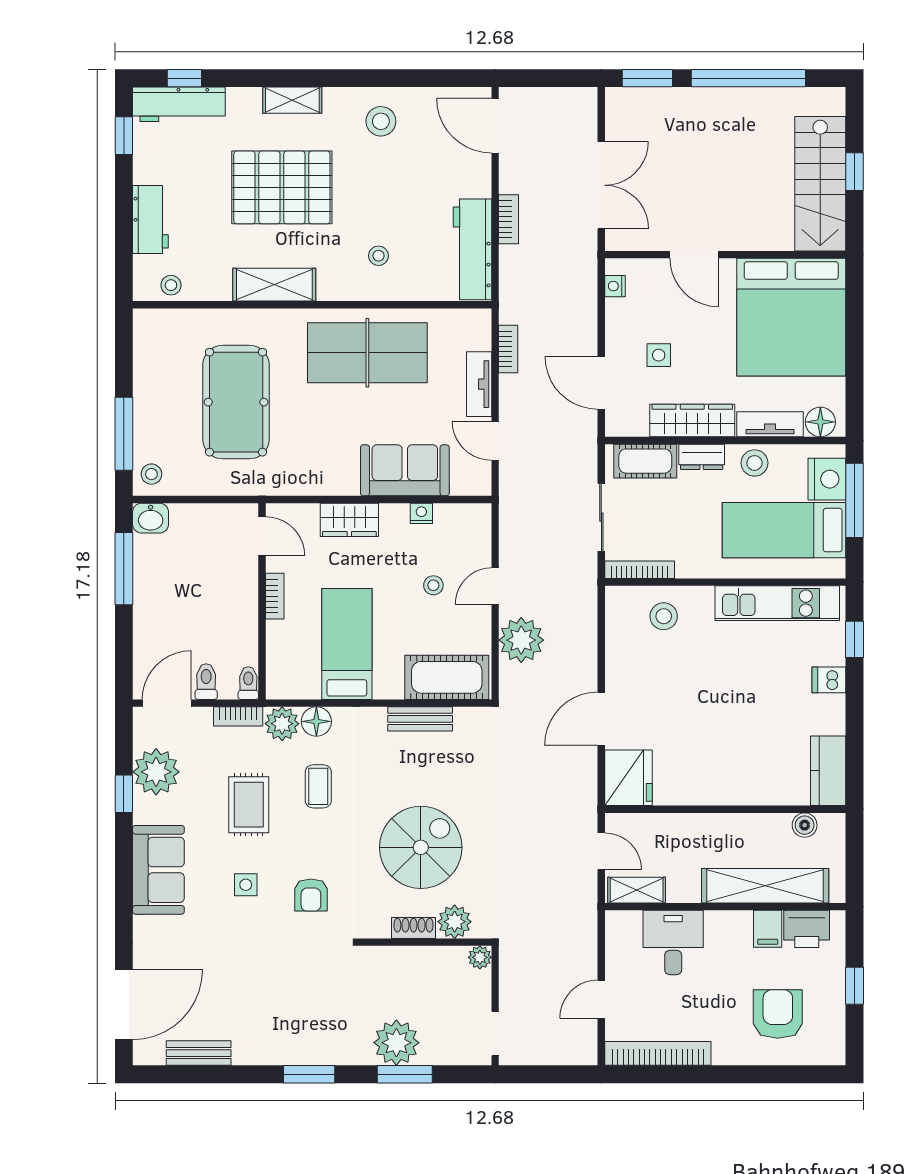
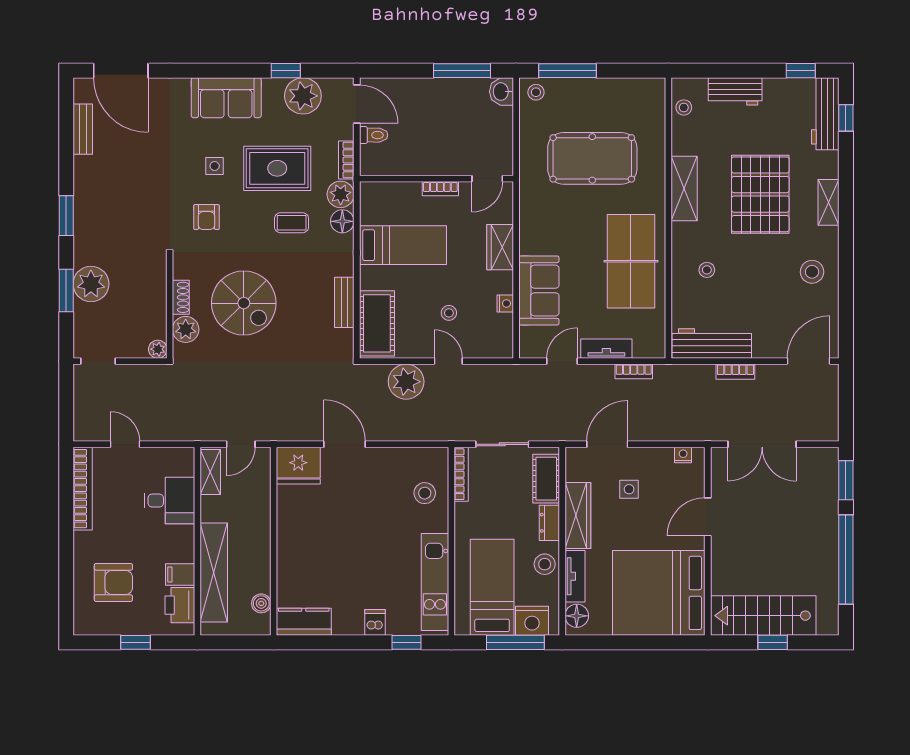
toilet: (248, 683) -> (372, 168), removed
rug: (249, 805) -> (277, 168), width x1.36, depth x1.43
armchair: (311, 895) -> (206, 217), turned -90

